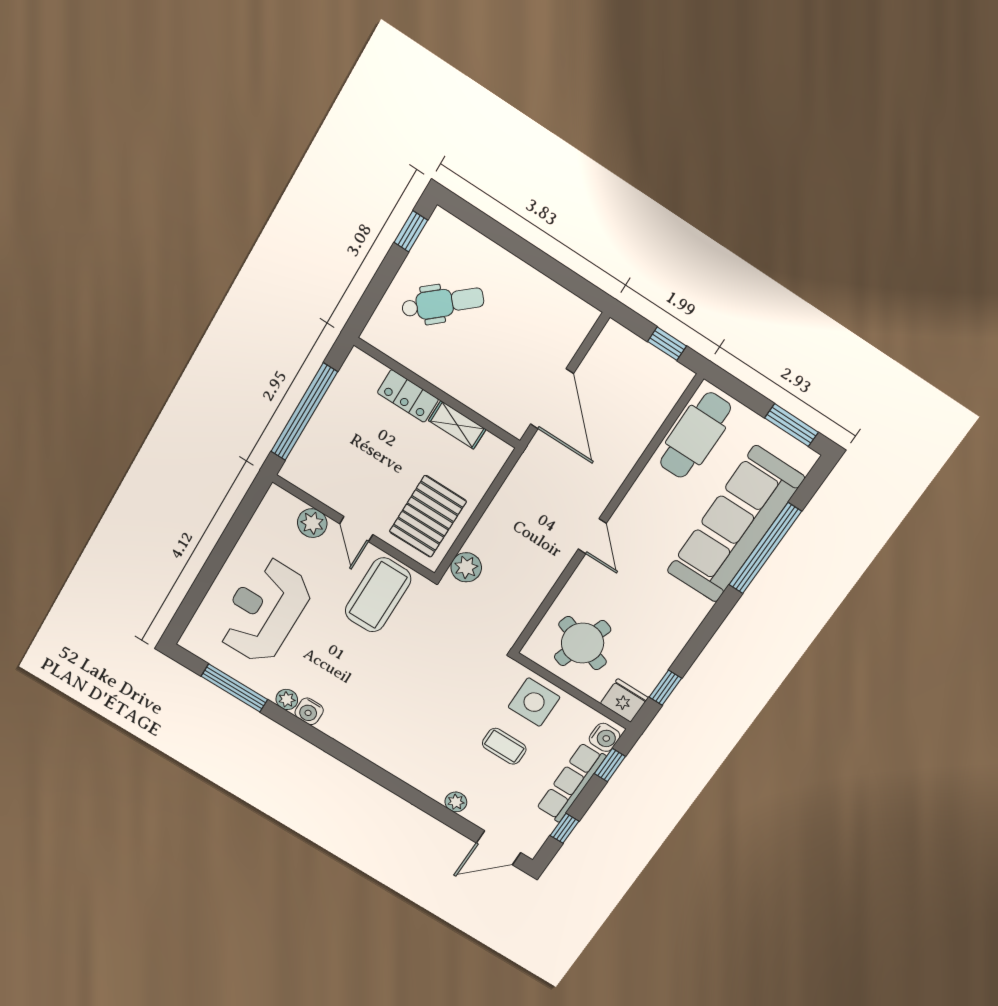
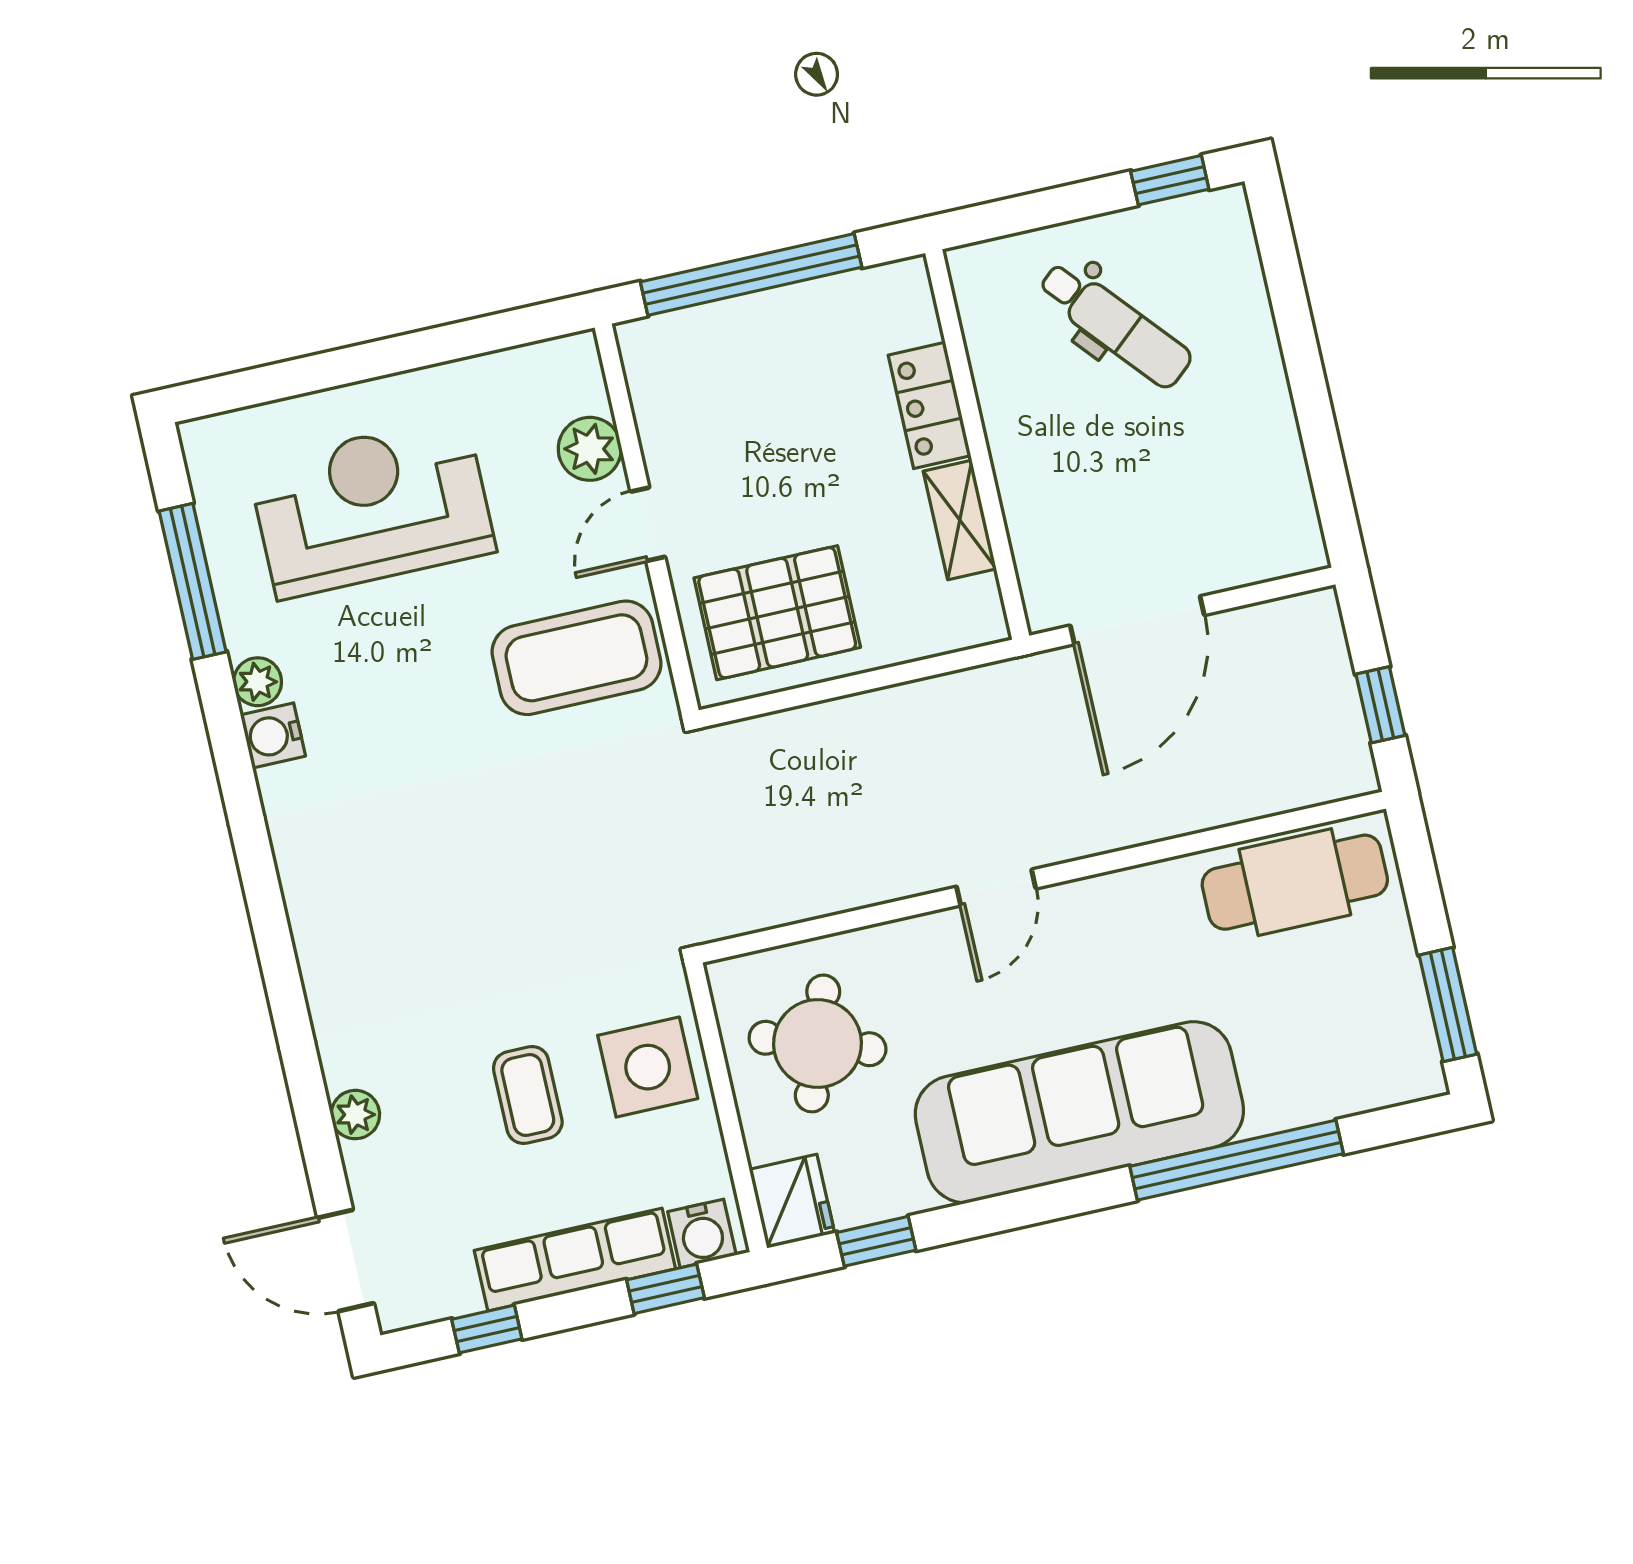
sofa: (735, 525) -> (1079, 1112), moved
plant: (466, 567) -> (757, 748), removed

